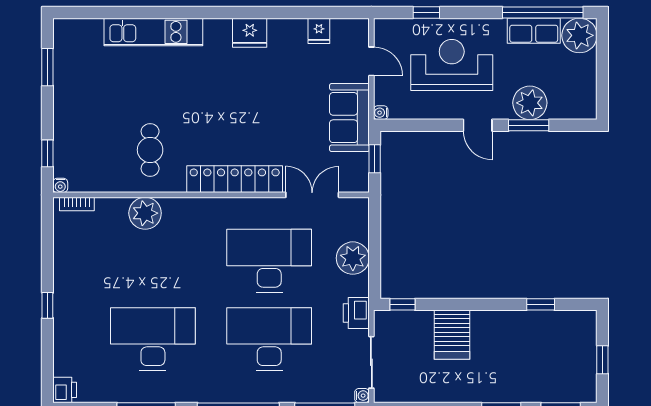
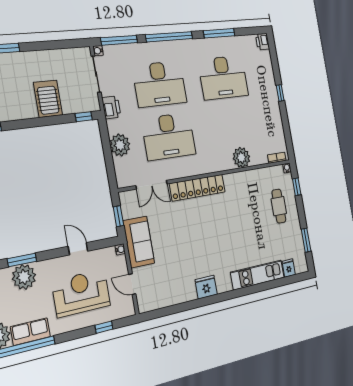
fridge: (319, 31) -> (289, 268), moved
reception desk: (452, 65) -> (81, 293), turned 180
door: (478, 125) -> (78, 249), moved
cafe table: (150, 150) -> (279, 206), moved

